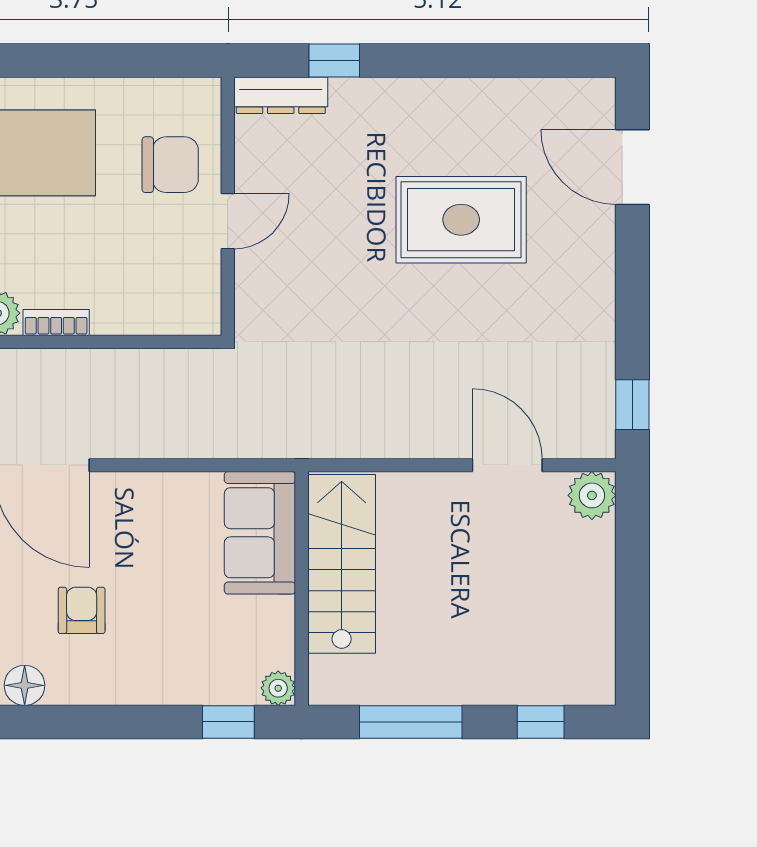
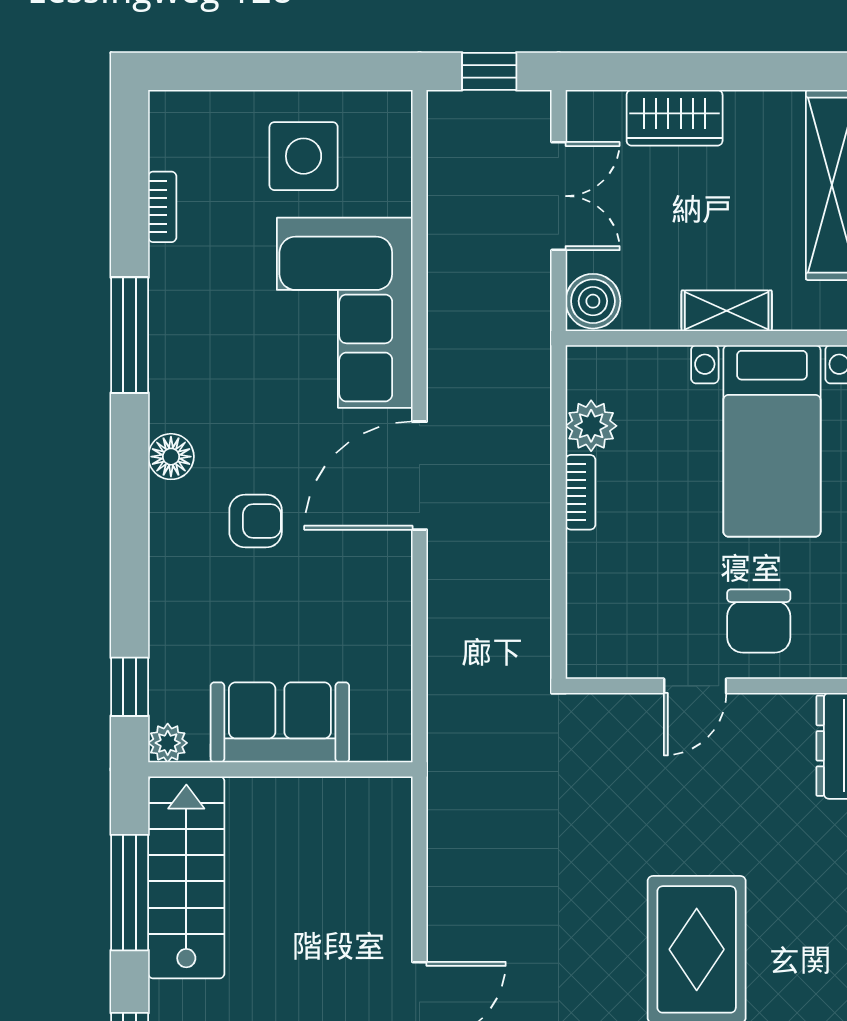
door: (228, 221) -> (695, 686), hinge flipped
sofa: (260, 533) -> (280, 722), moved
stairs: (342, 564) -> (186, 877), moved, turned -90

